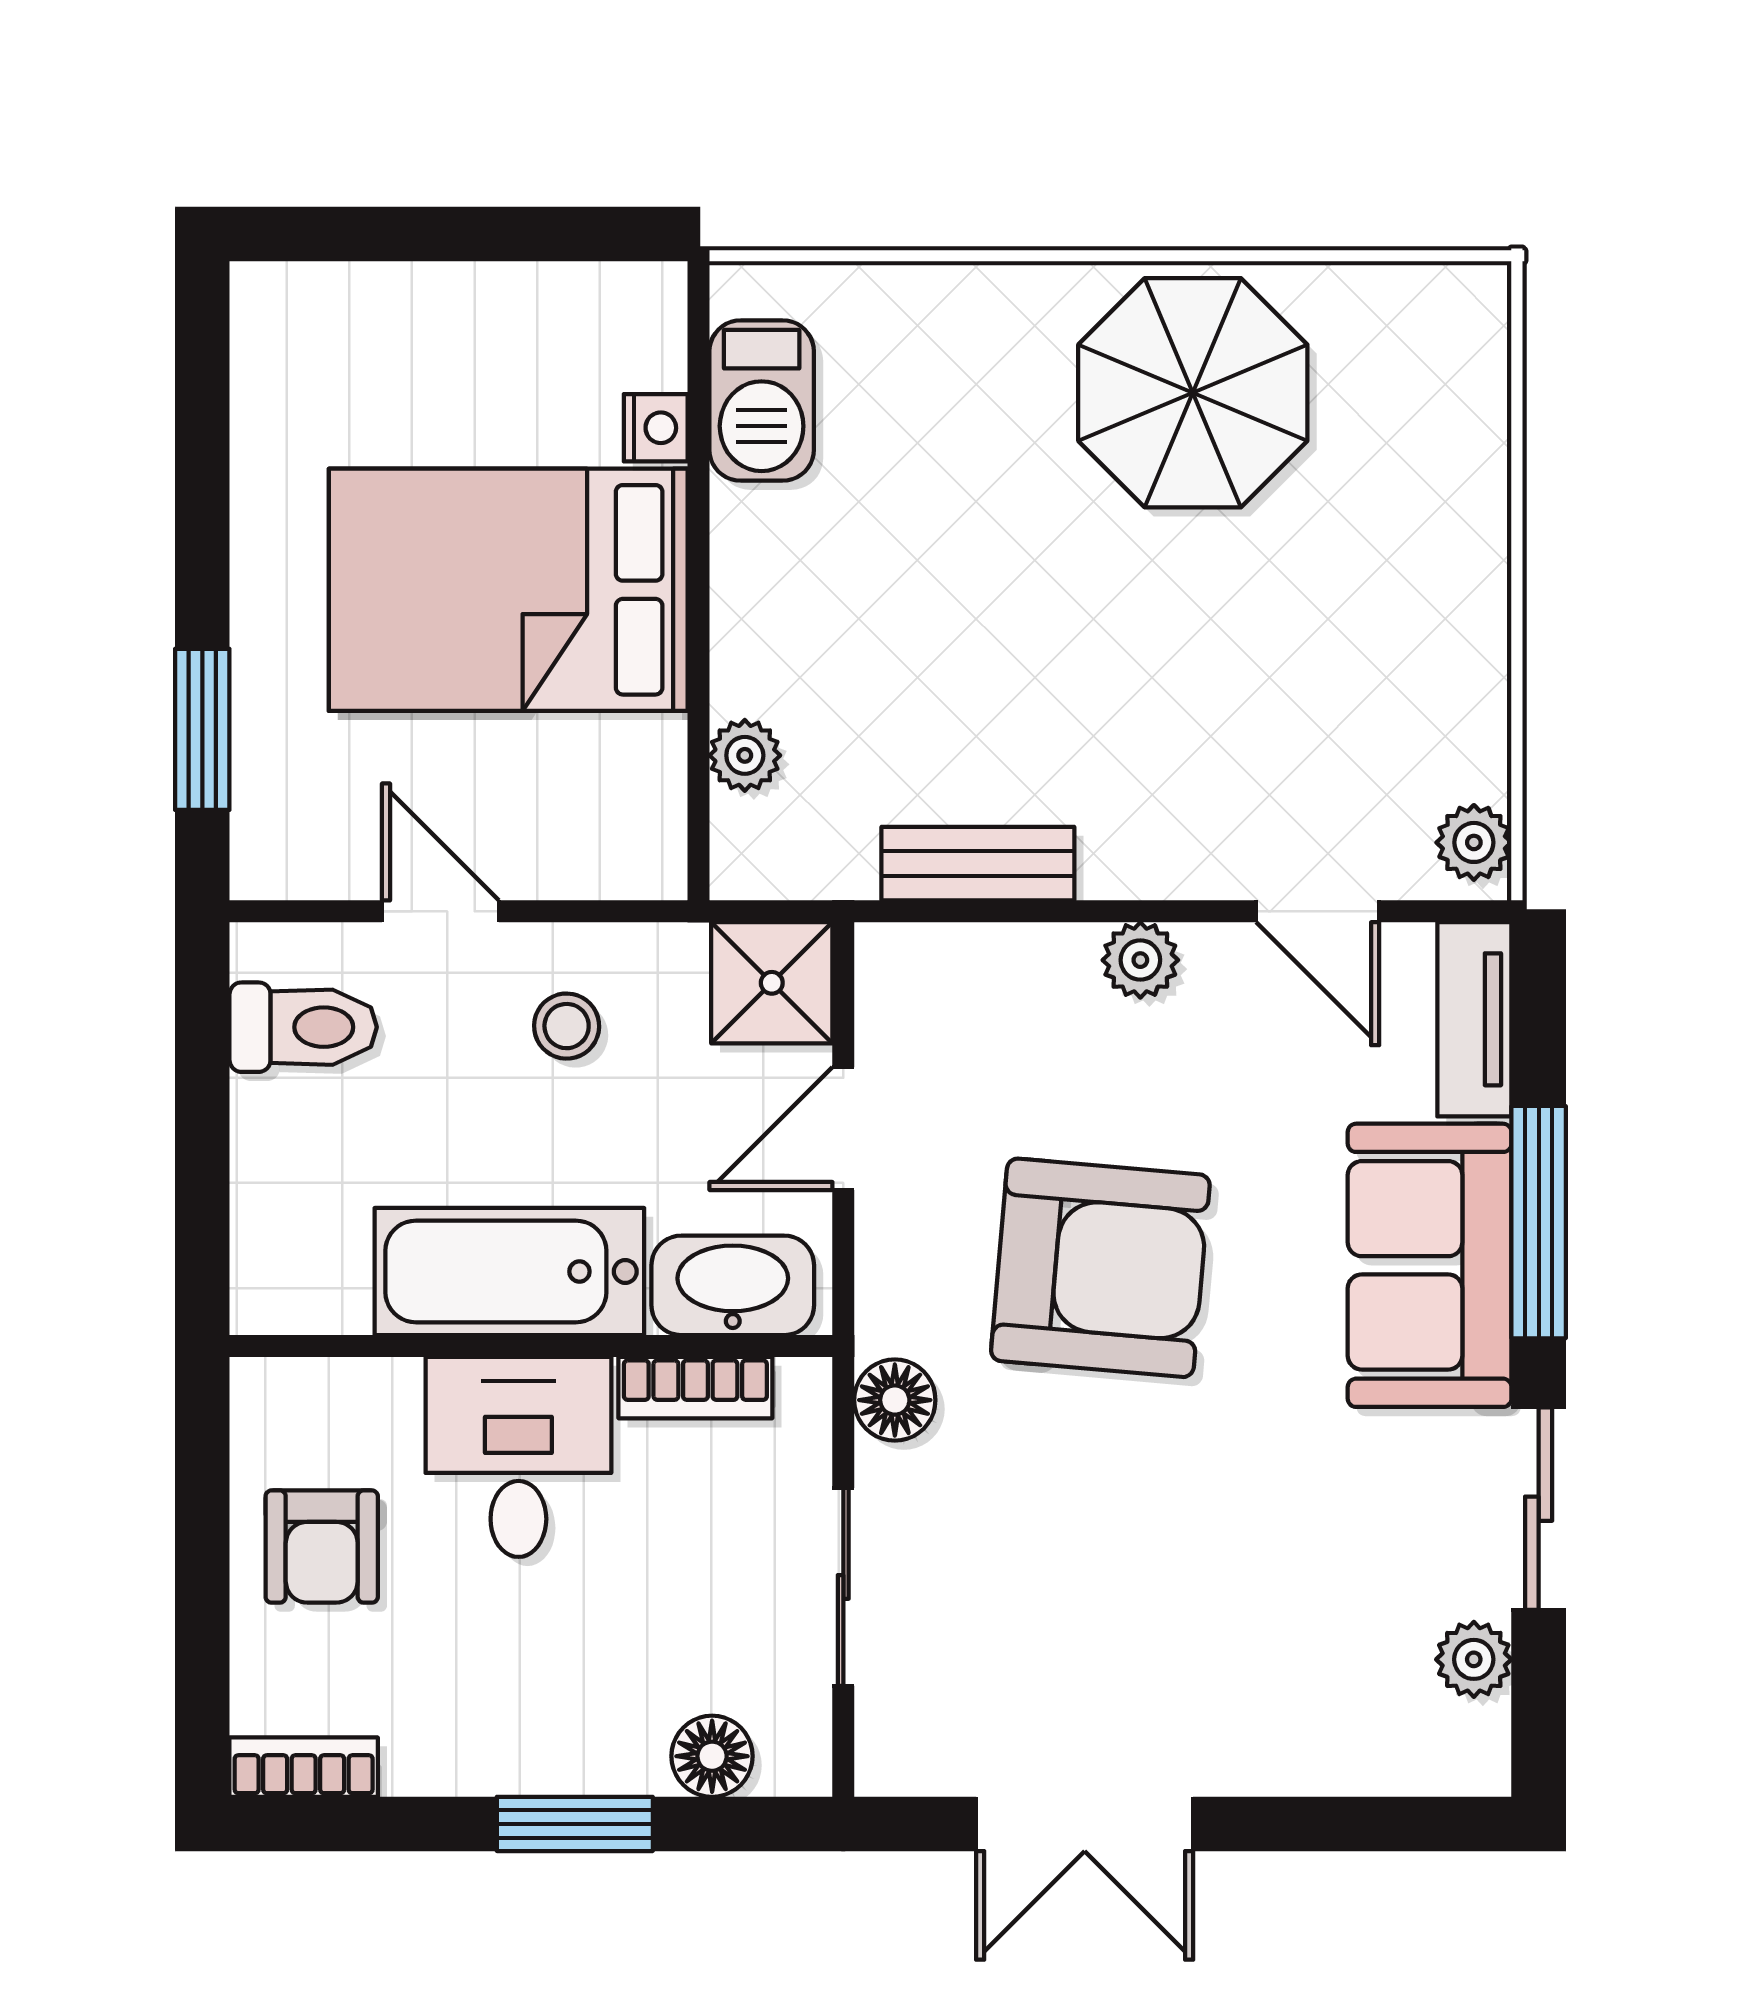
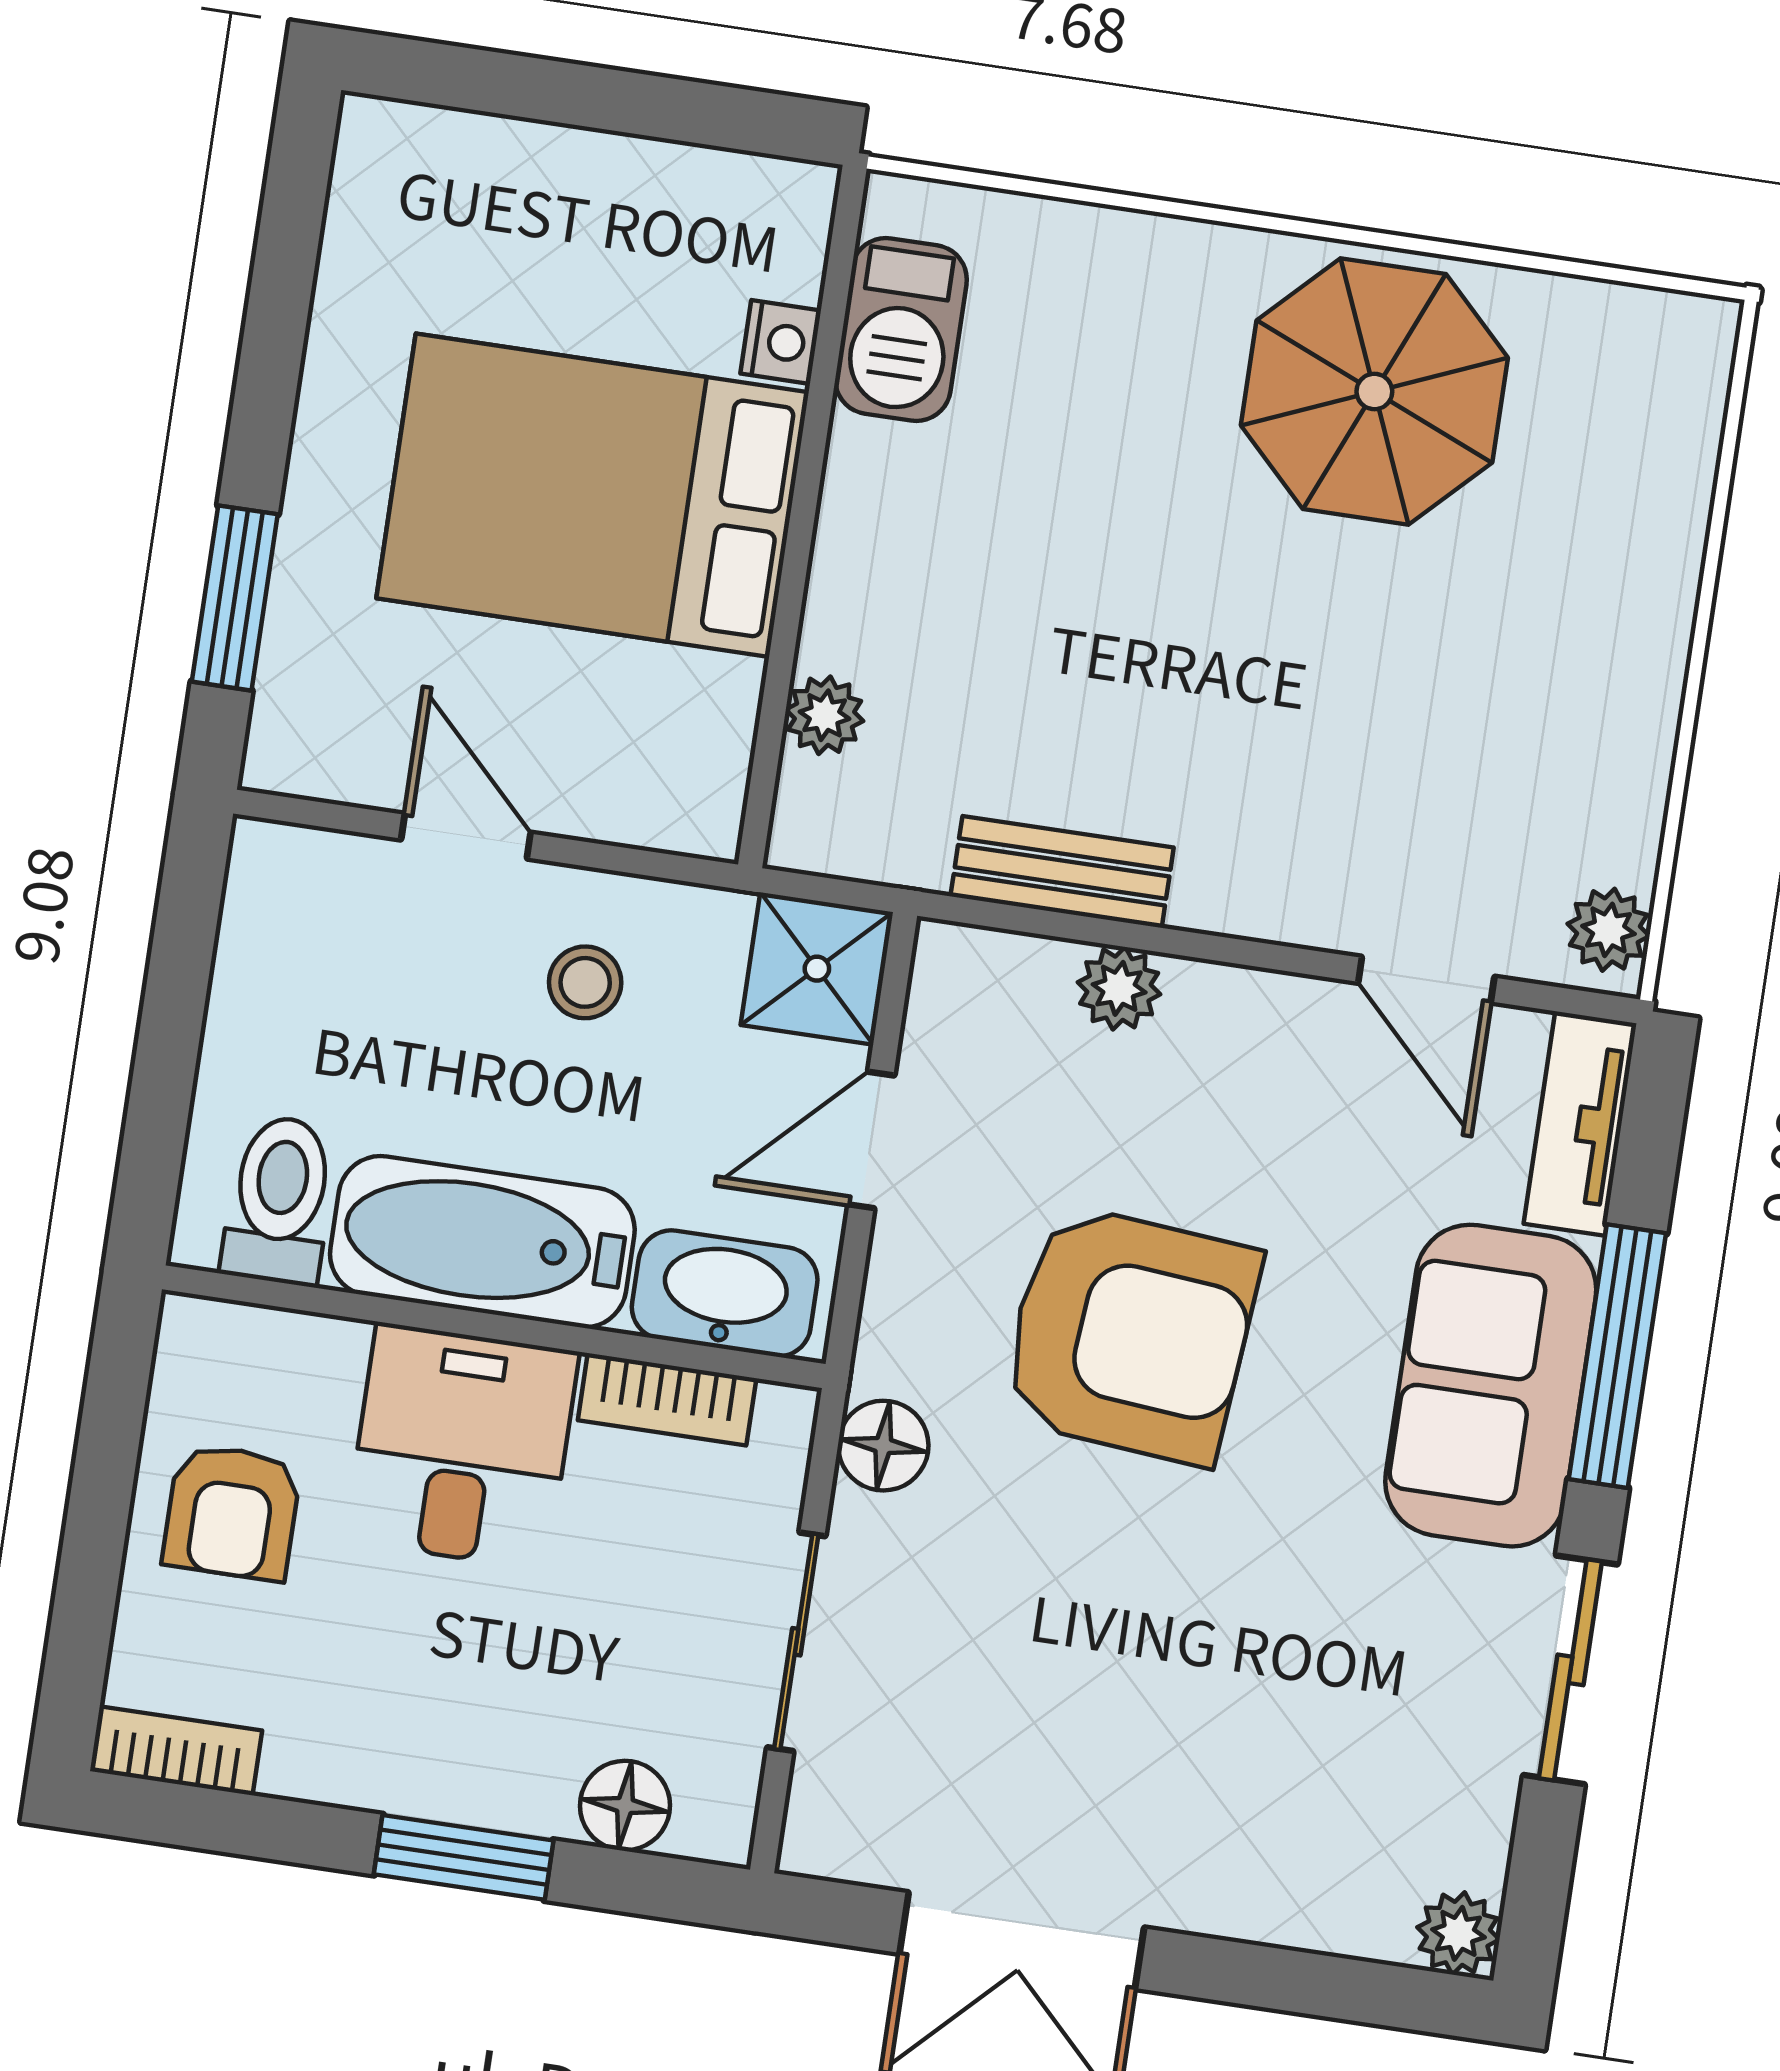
plant: (1140, 960) -> (1119, 988), moved
toilet: (303, 1027) -> (279, 1200), moved, turned -90
plant: (1474, 1659) -> (1458, 1933), moved

